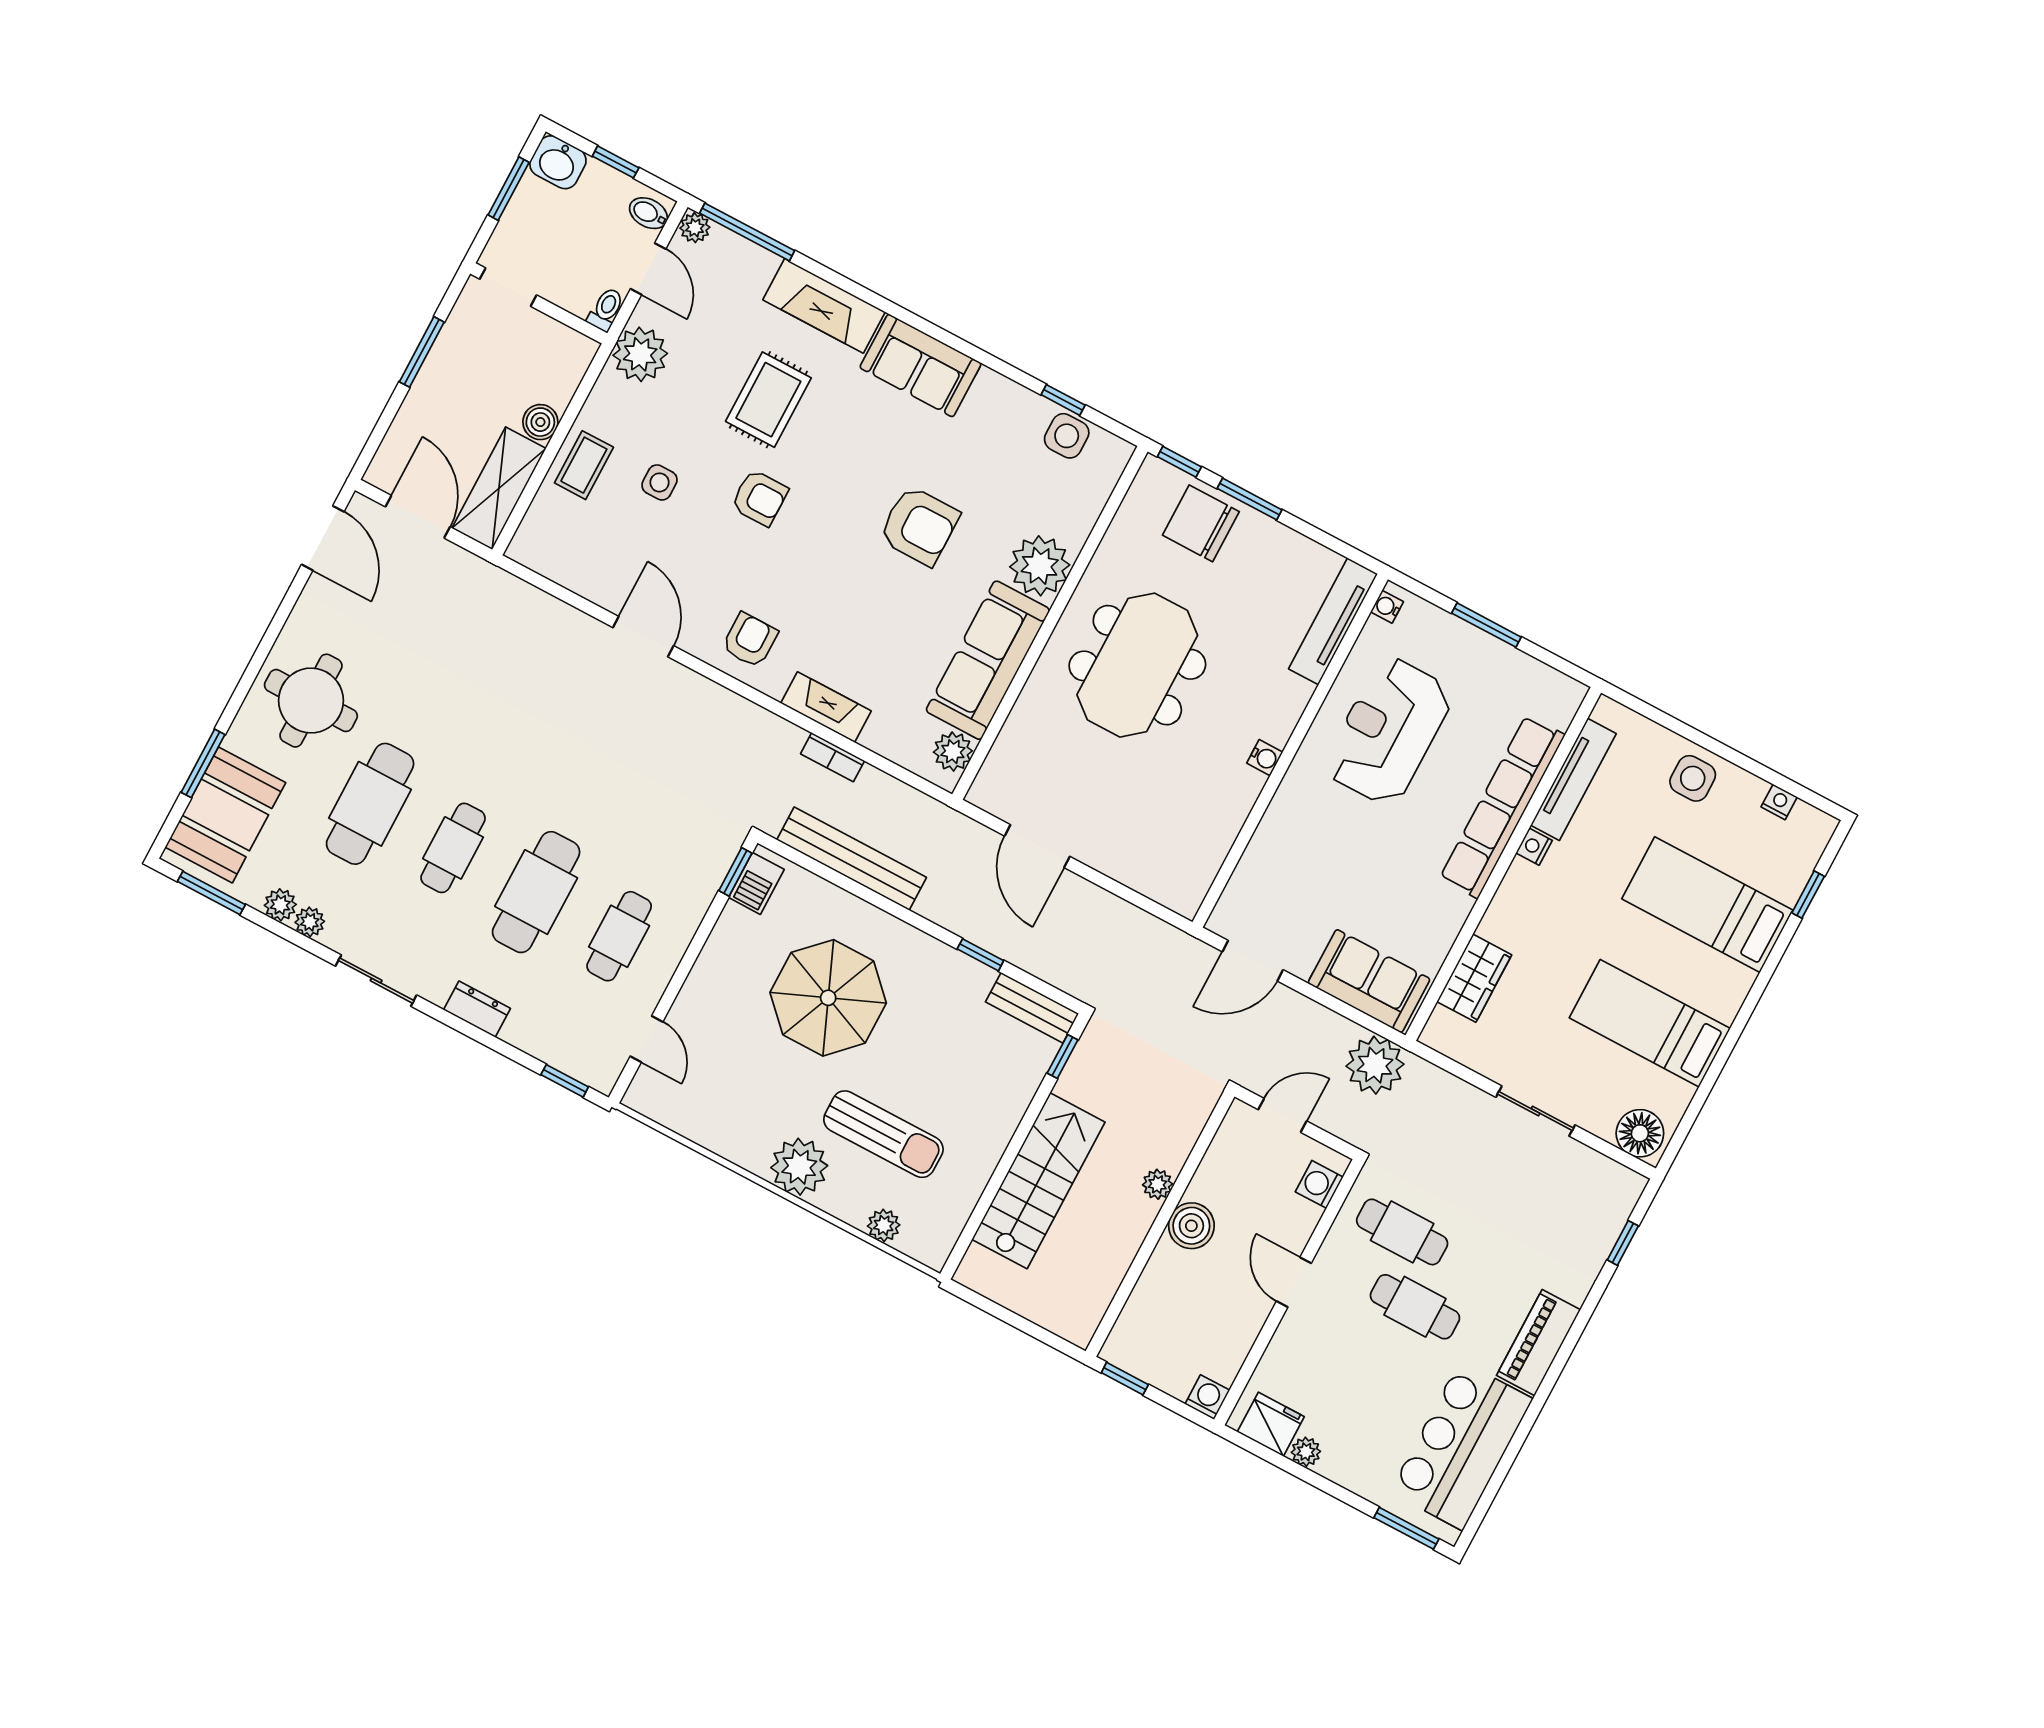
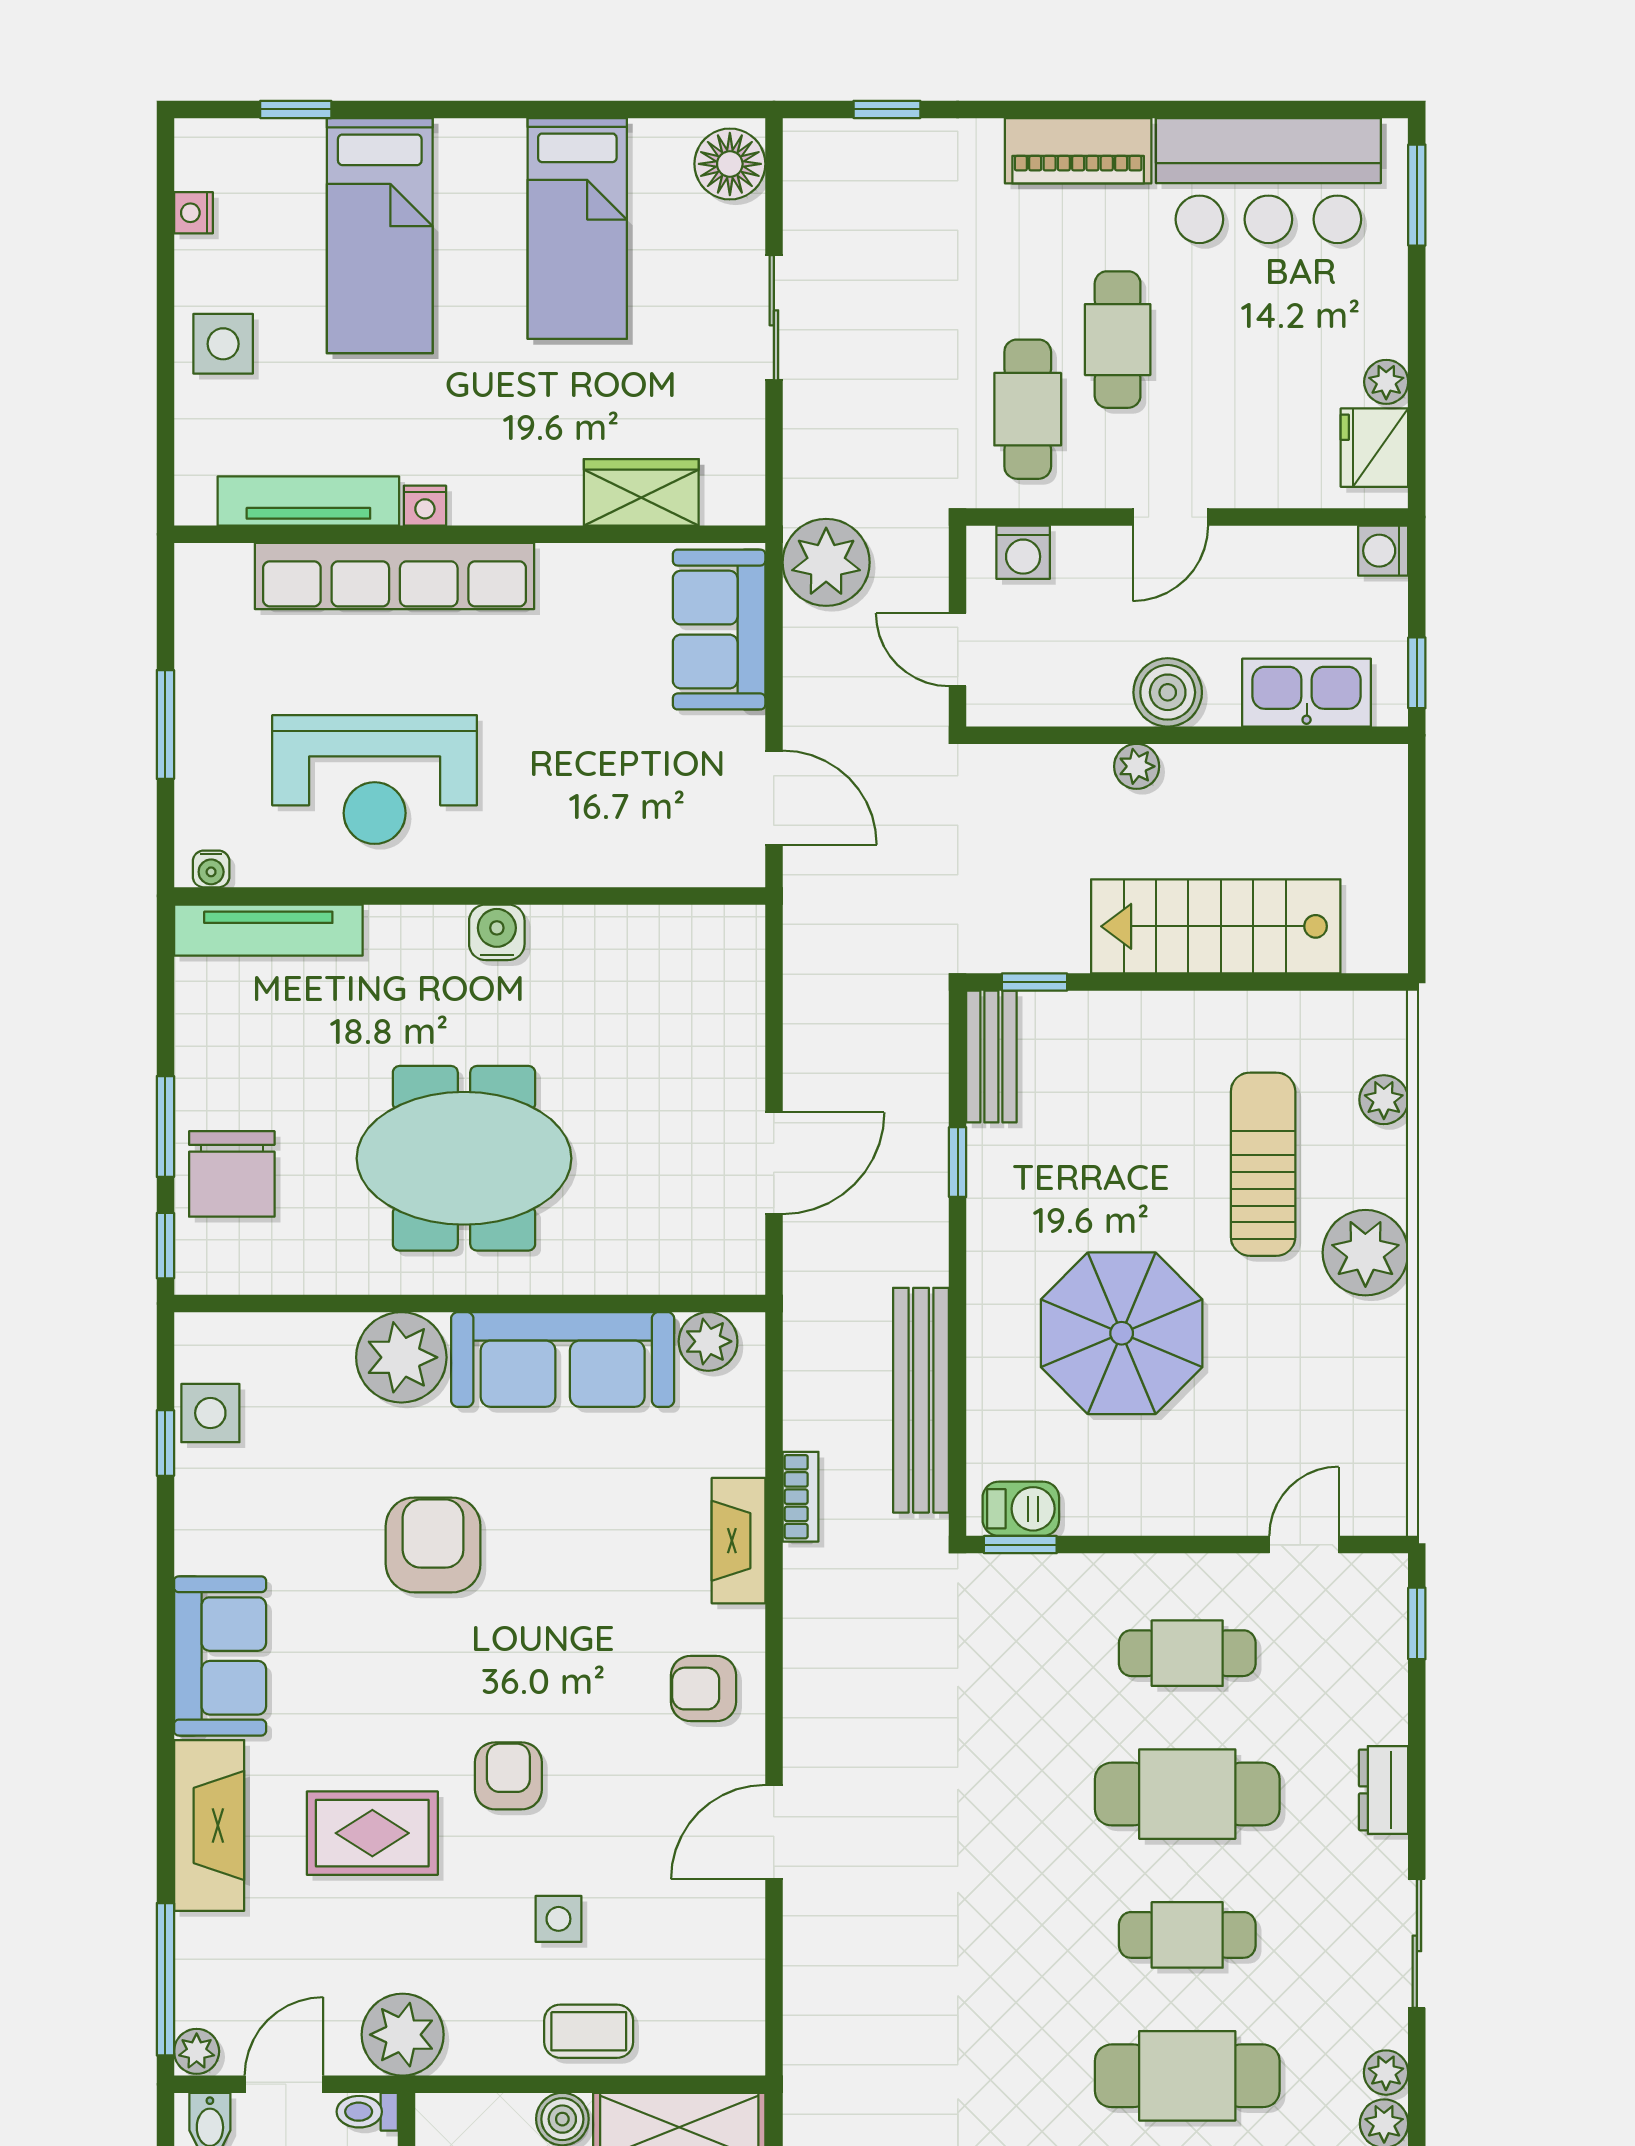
water cooler: (1265, 758) -> (497, 932), width x1.38, depth x1.38
kitchen sink: (1148, 1307) -> (1307, 693), added

